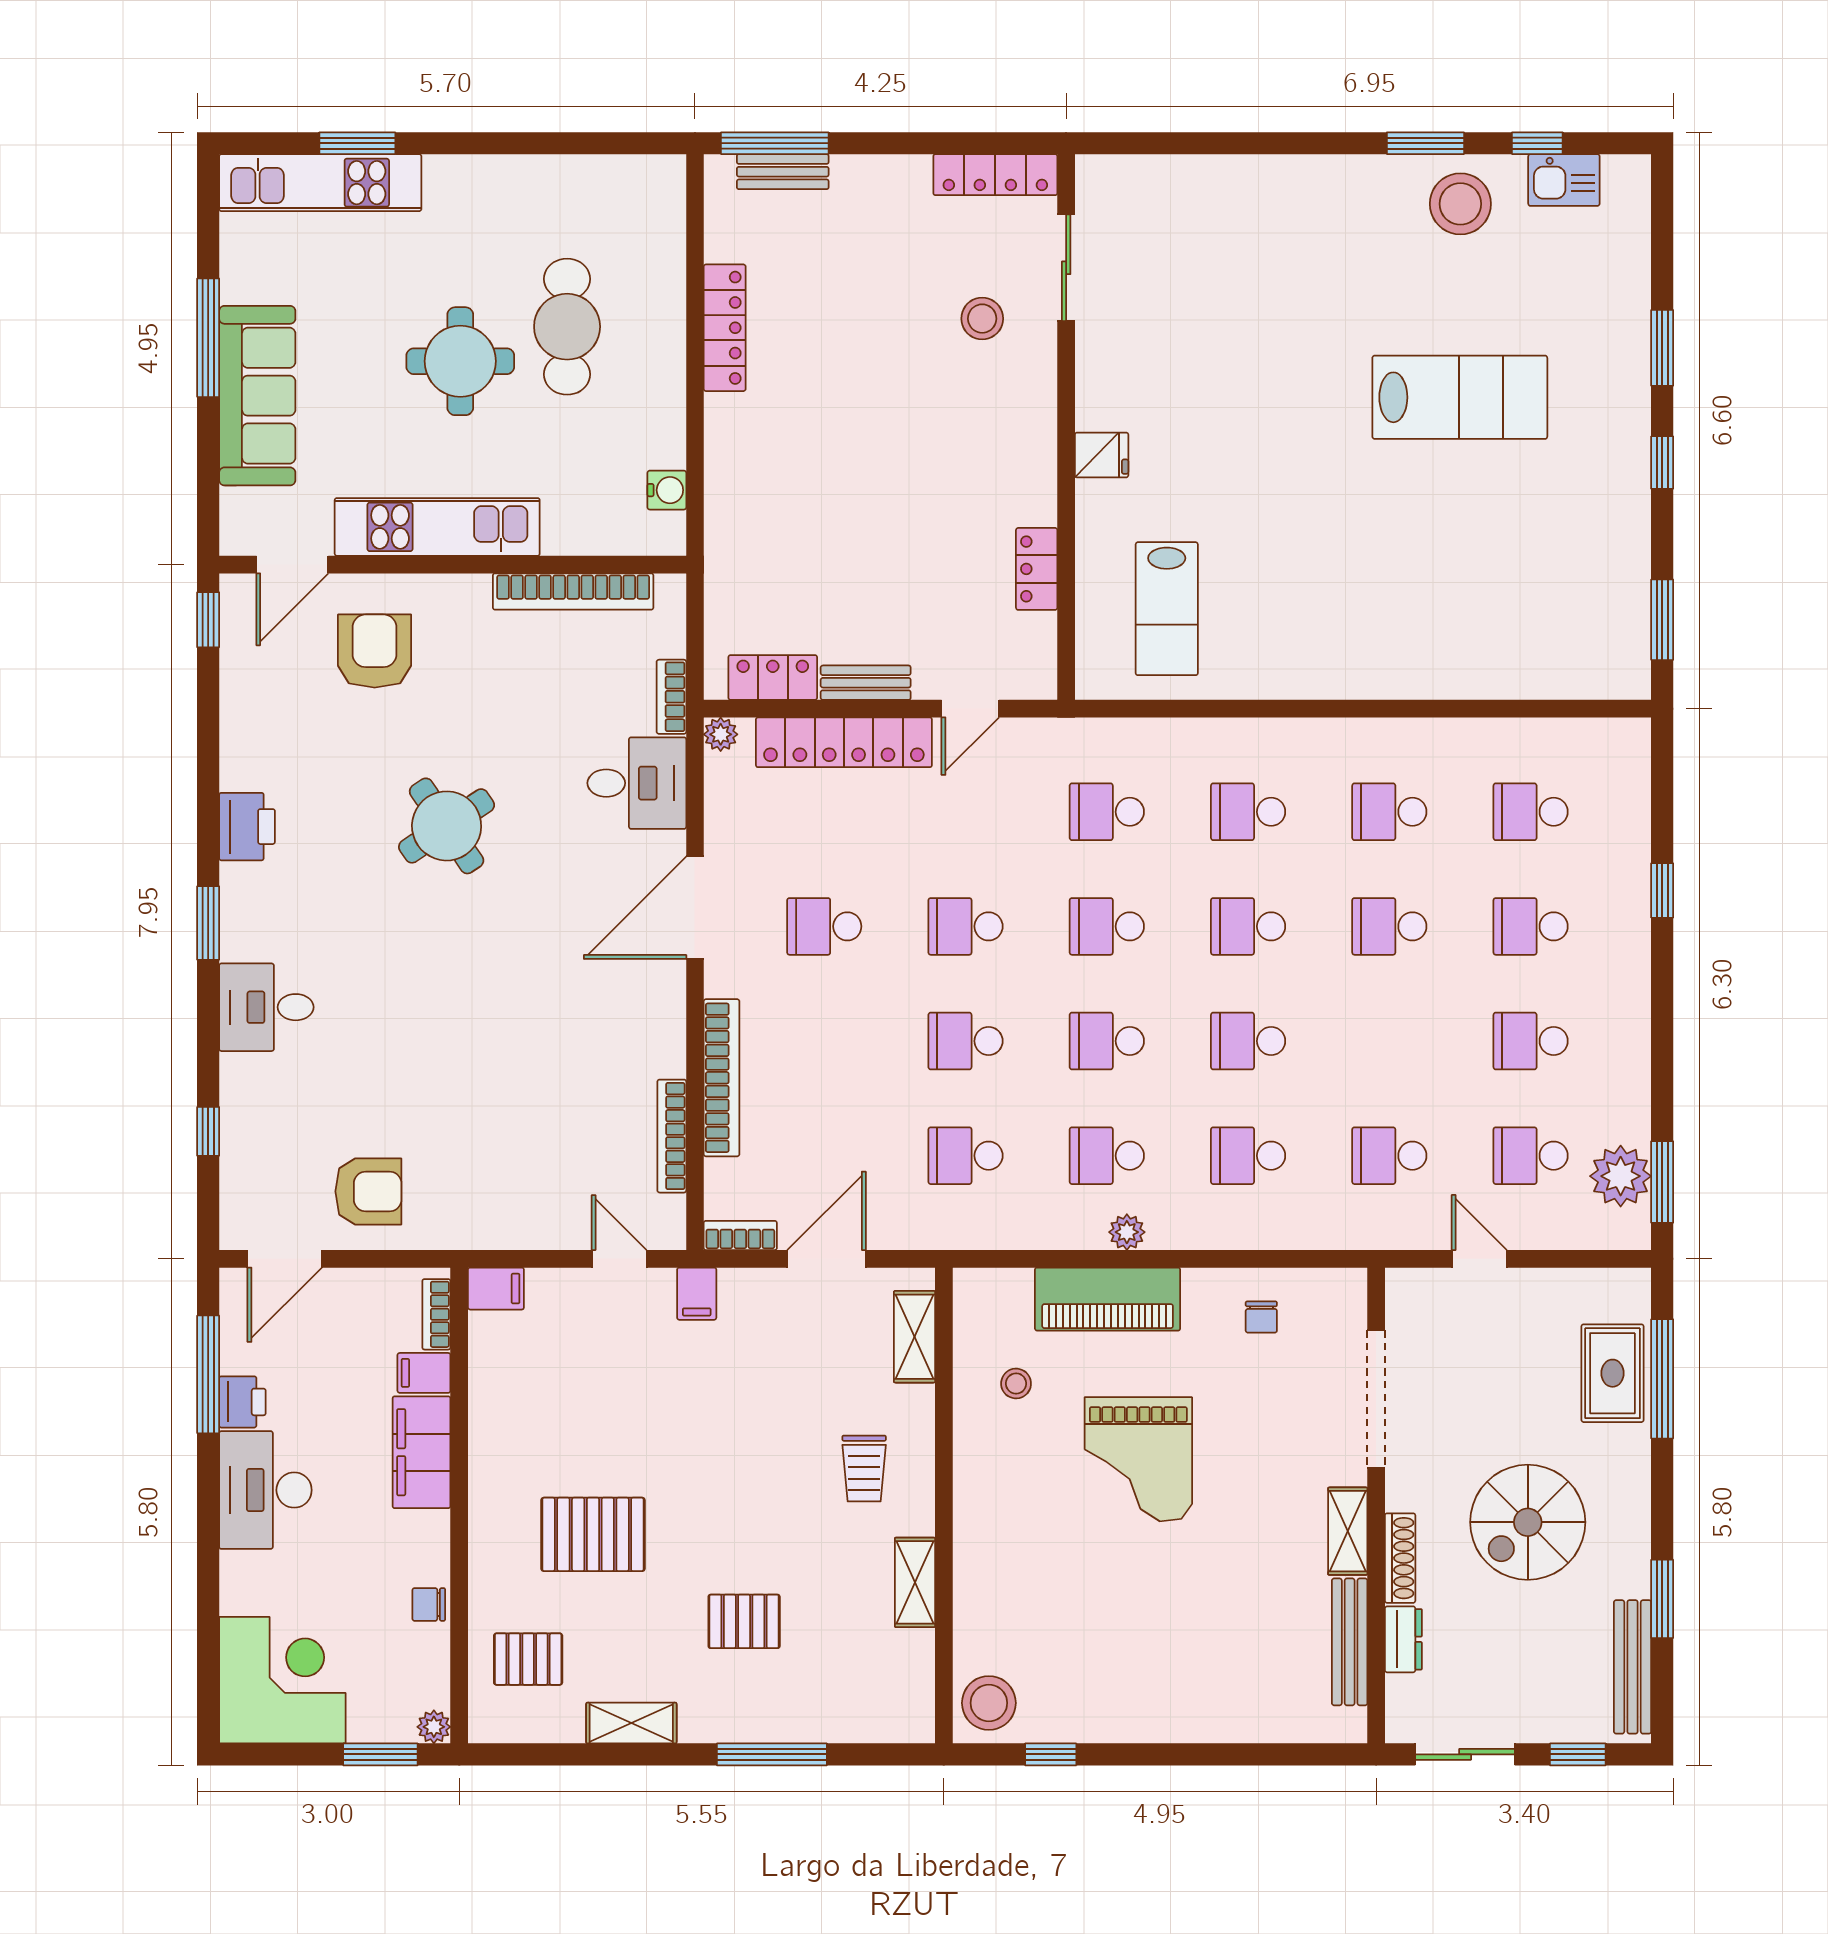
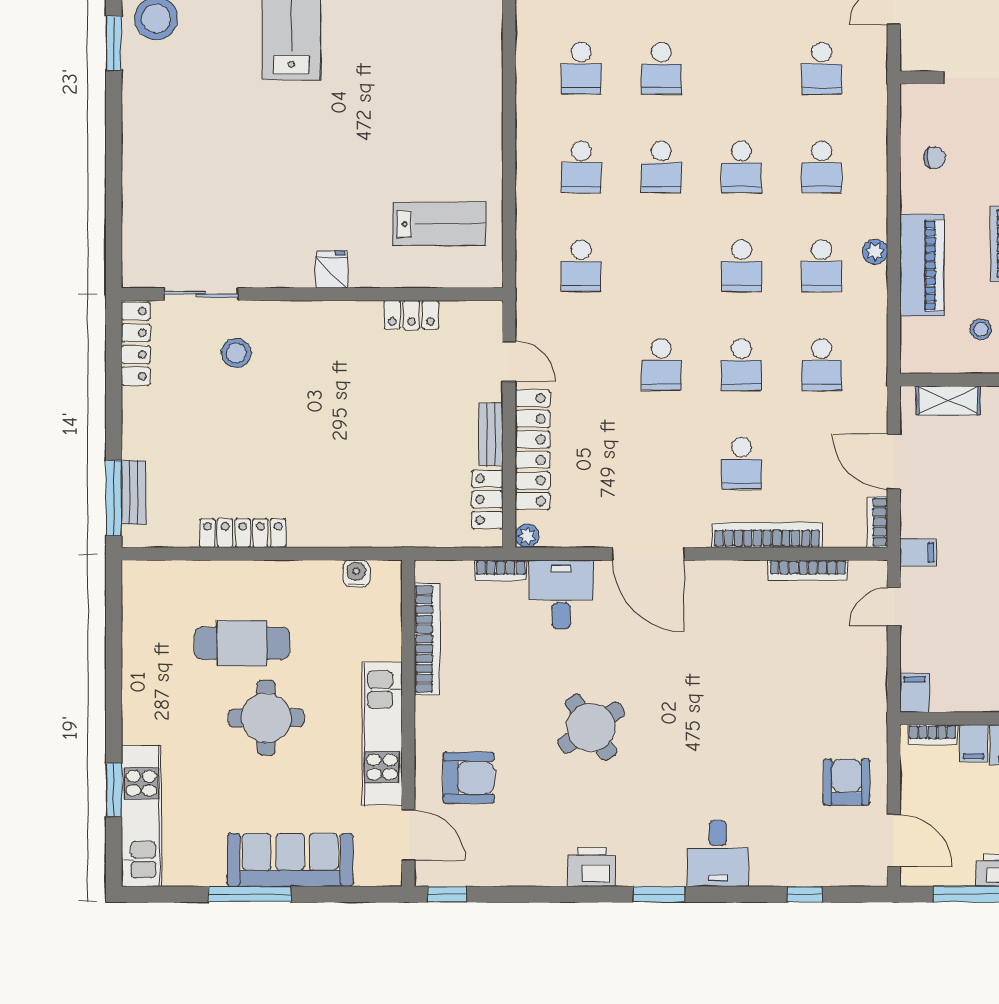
armchair: (375, 651) -> (469, 778), turned 180
school desk: (824, 926) -> (741, 463), moved
school desk: (1107, 926) -> (661, 266), removed

